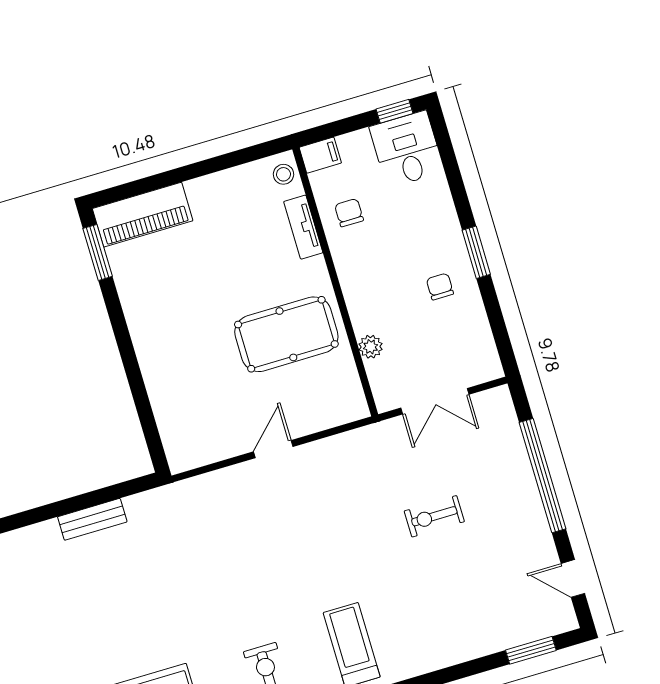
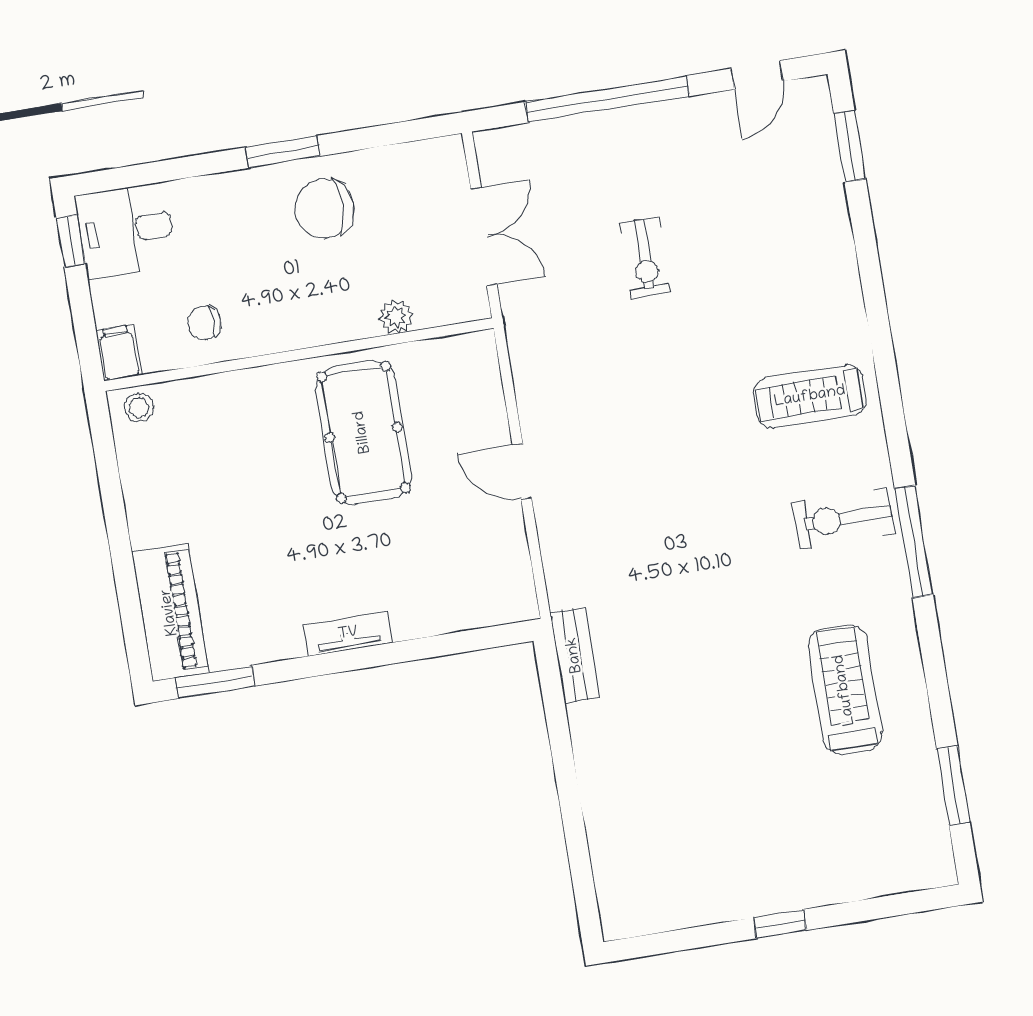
tv unit: (303, 227) -> (348, 634), moved, turned 180
chair: (440, 287) -> (324, 209), width x1.87, depth x1.87
bench: (92, 519) -> (575, 655), moved

